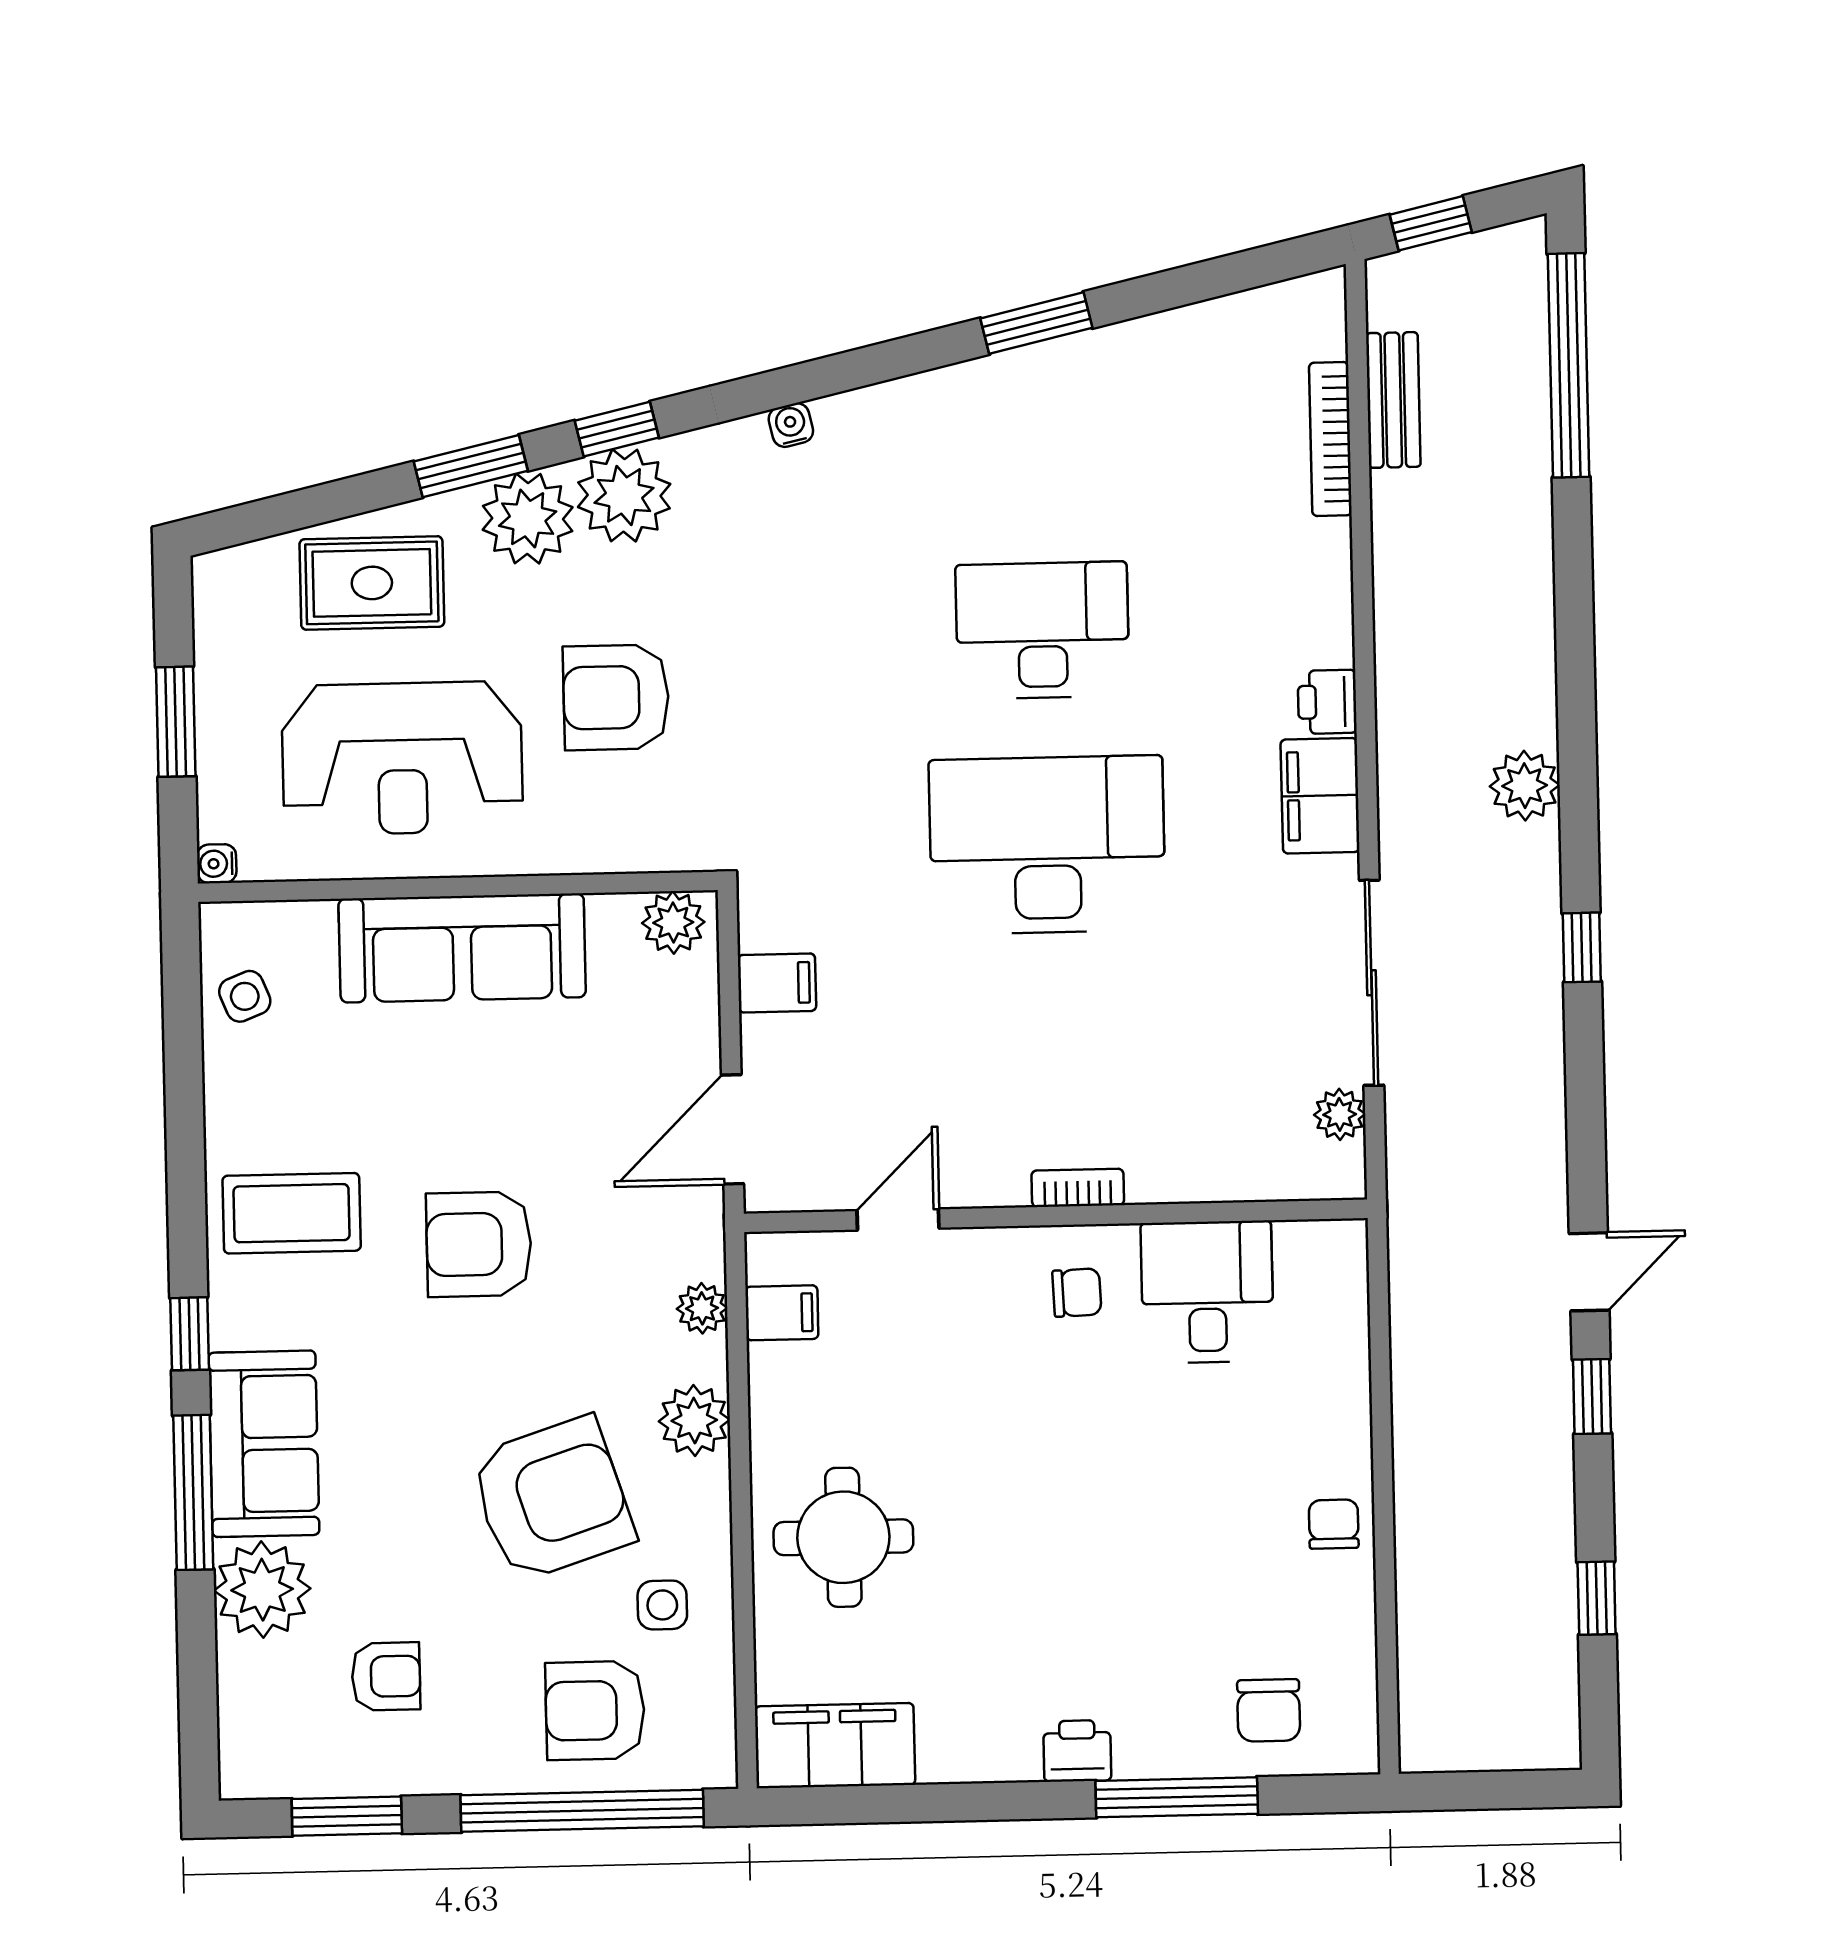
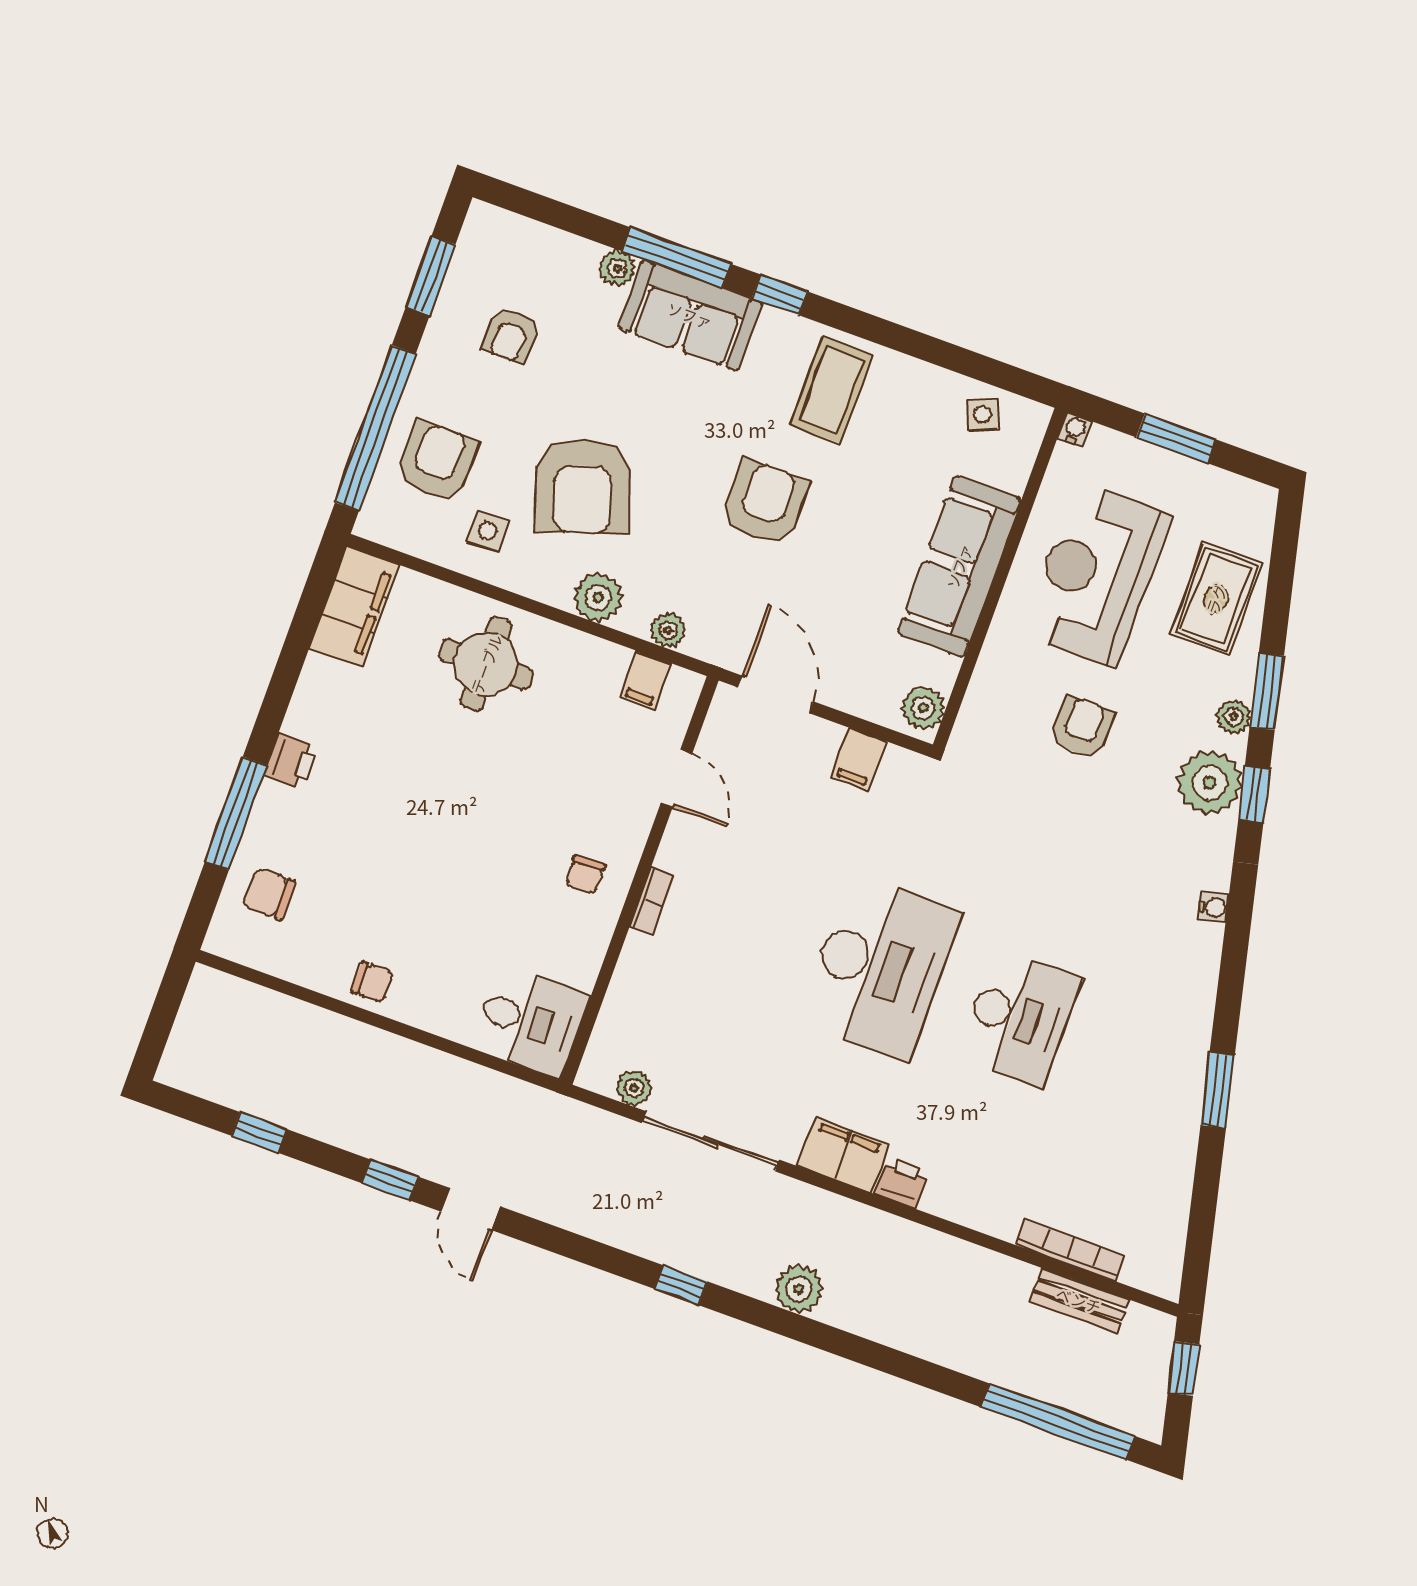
plant: (528, 519) -> (1234, 717), width x0.53, depth x0.53
armchair: (616, 697) -> (1082, 727), width x0.72, depth x0.72
desk: (1207, 1292) -> (530, 1022), moved
plant: (262, 1590) -> (617, 268), width x0.53, depth x0.53

